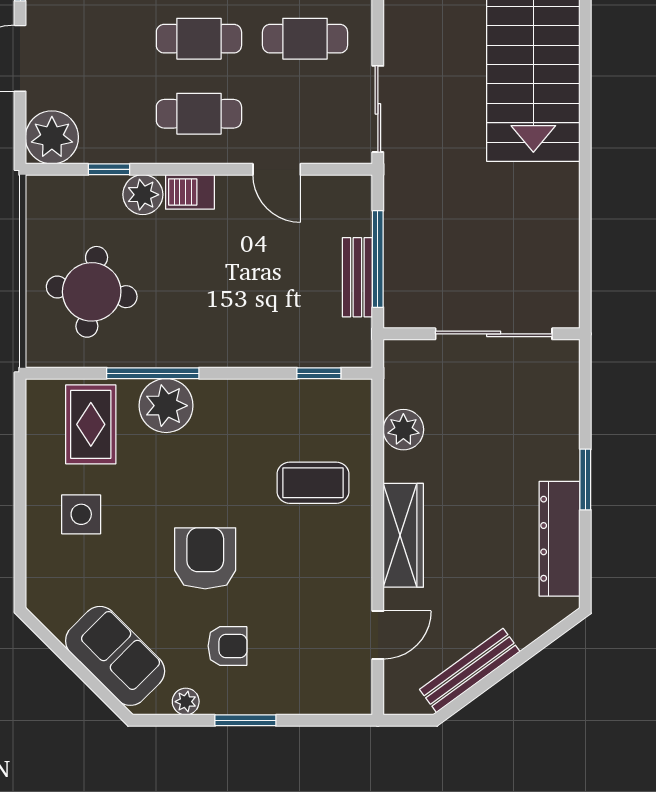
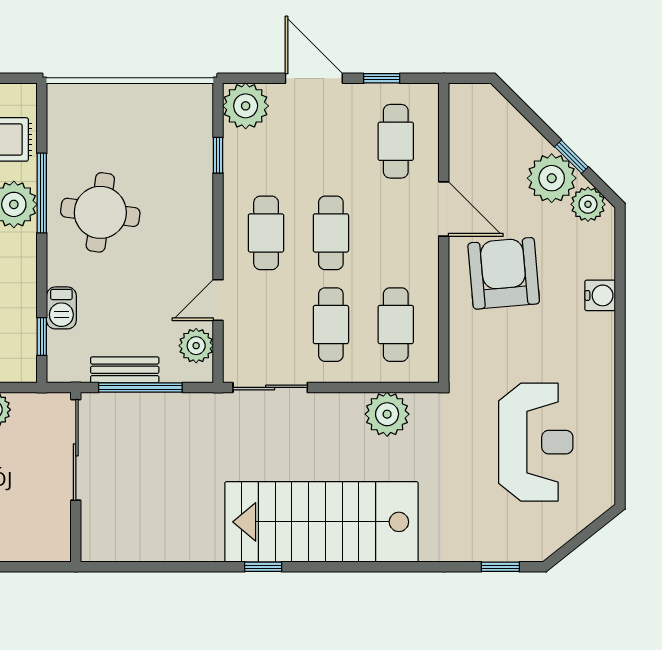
window: (585, 117) -> (263, 567), added
barbecue: (190, 192) -> (61, 308), moved, turned 180
plant: (143, 195) -> (196, 346), moved
round table: (92, 292) -> (100, 212), moved
sliding door: (494, 334) -> (76, 450), moved

